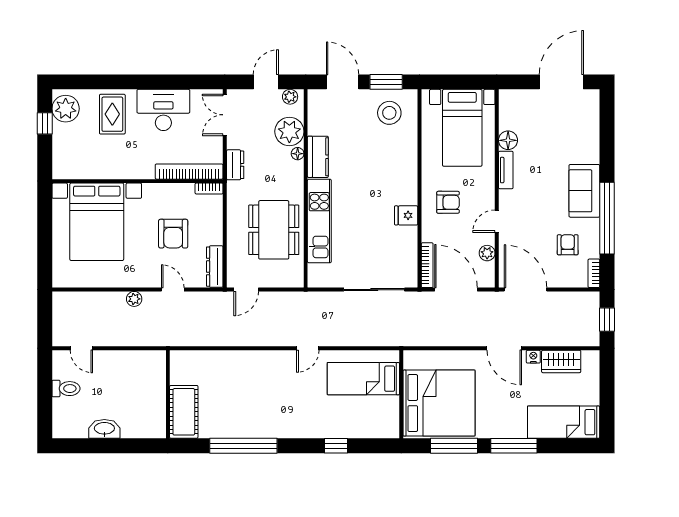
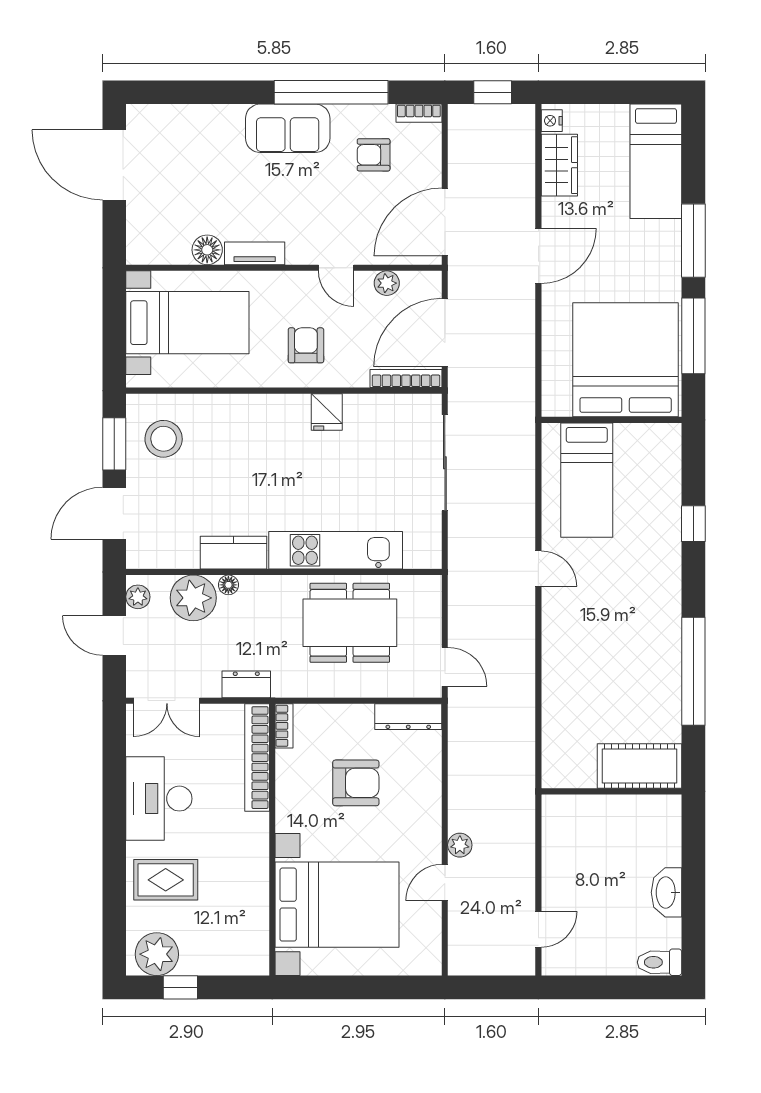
door: (173, 290) -> (445, 883), moved
nightstand: (533, 357) -> (552, 121), moved
toilet: (66, 389) -> (660, 962), moved, turned -90

